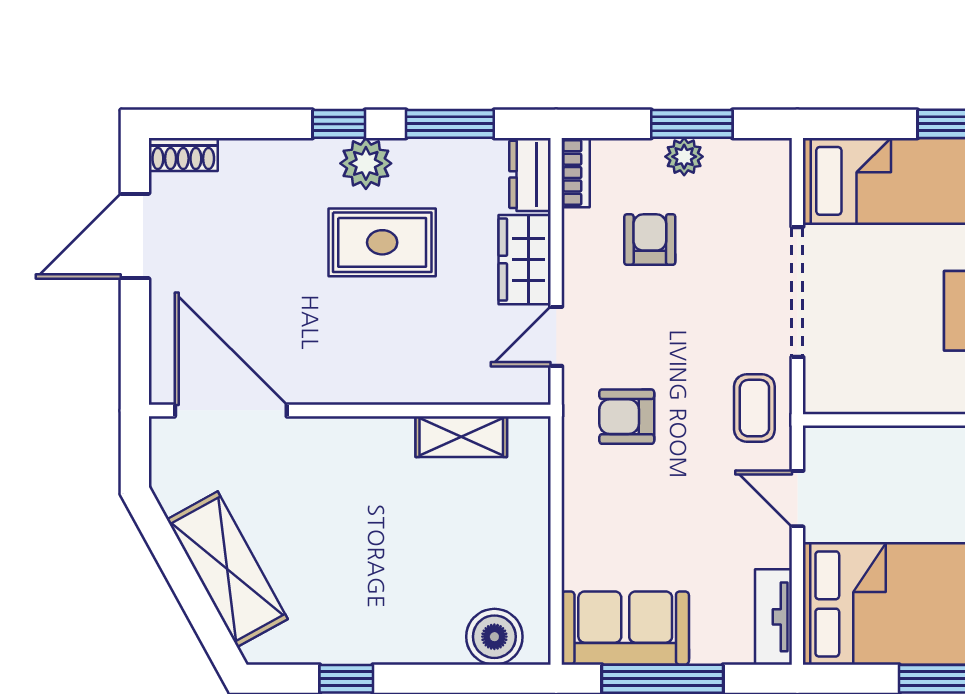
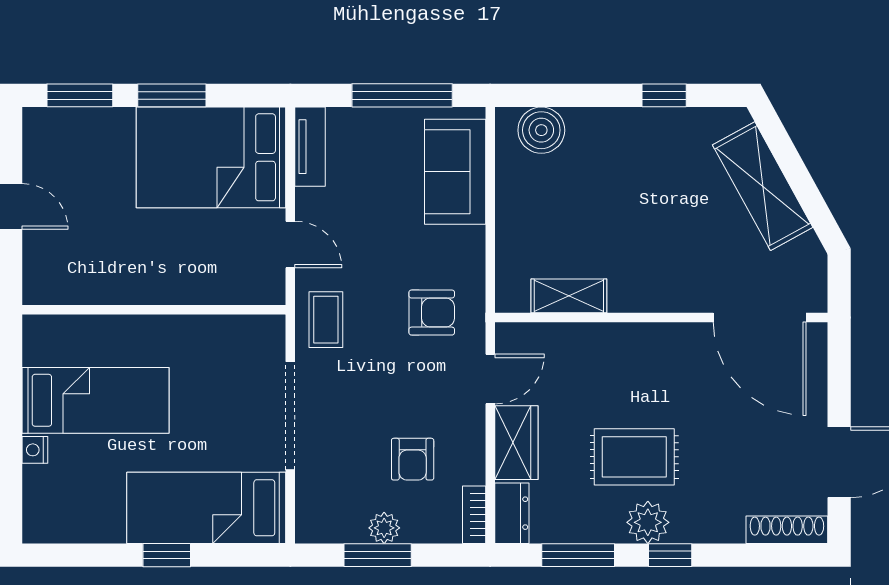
shoe rack: (183, 154) -> (787, 530), width x1.43
sofa: (625, 628) -> (455, 172), moved, turned 90

